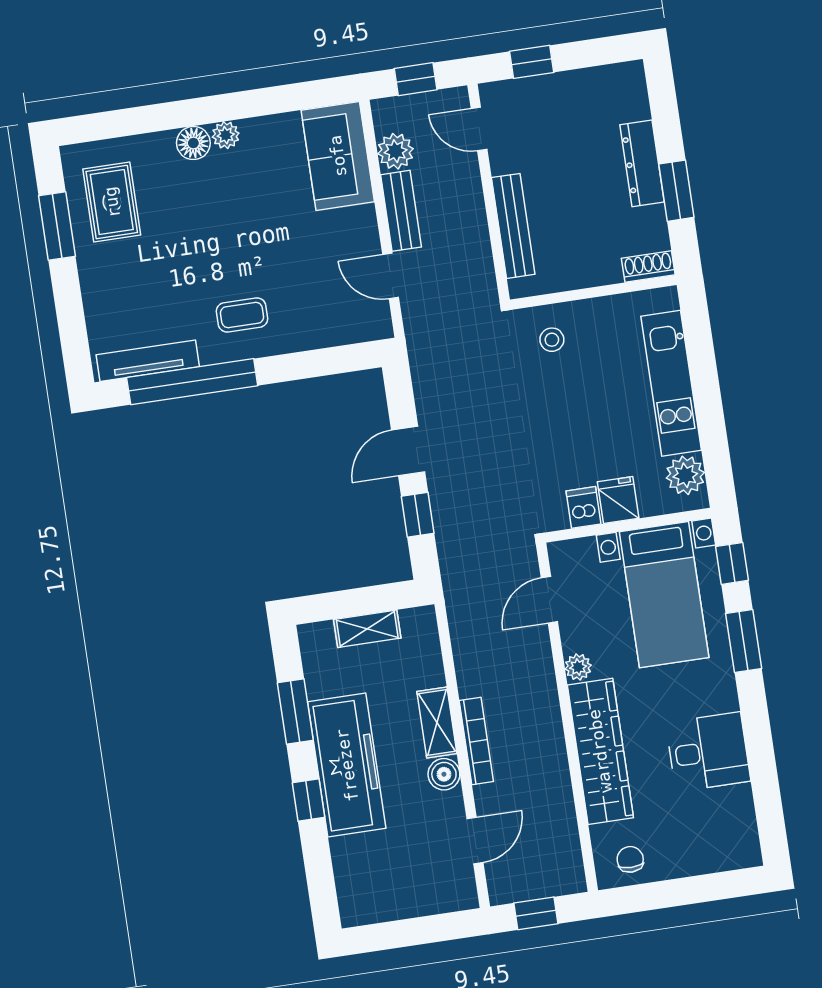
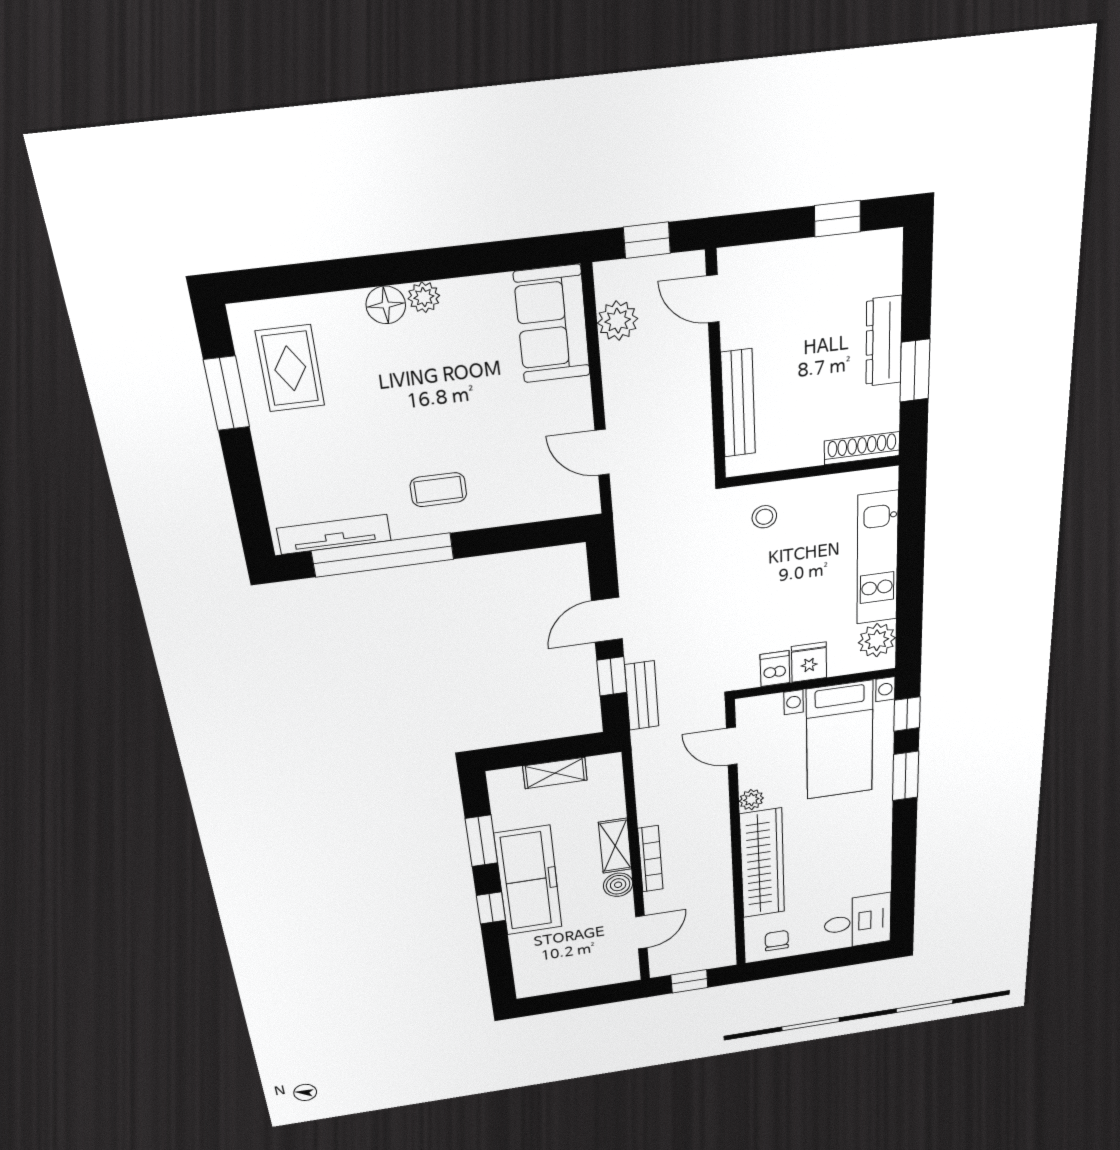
window: (532, 62) -> (838, 219), moved
bench: (401, 211) -> (642, 696), moved
shoe rack: (648, 267) -> (862, 448), width x1.43
door: (549, 600) -> (732, 746), hinge flipped
desk: (708, 752) -> (858, 922), moved

